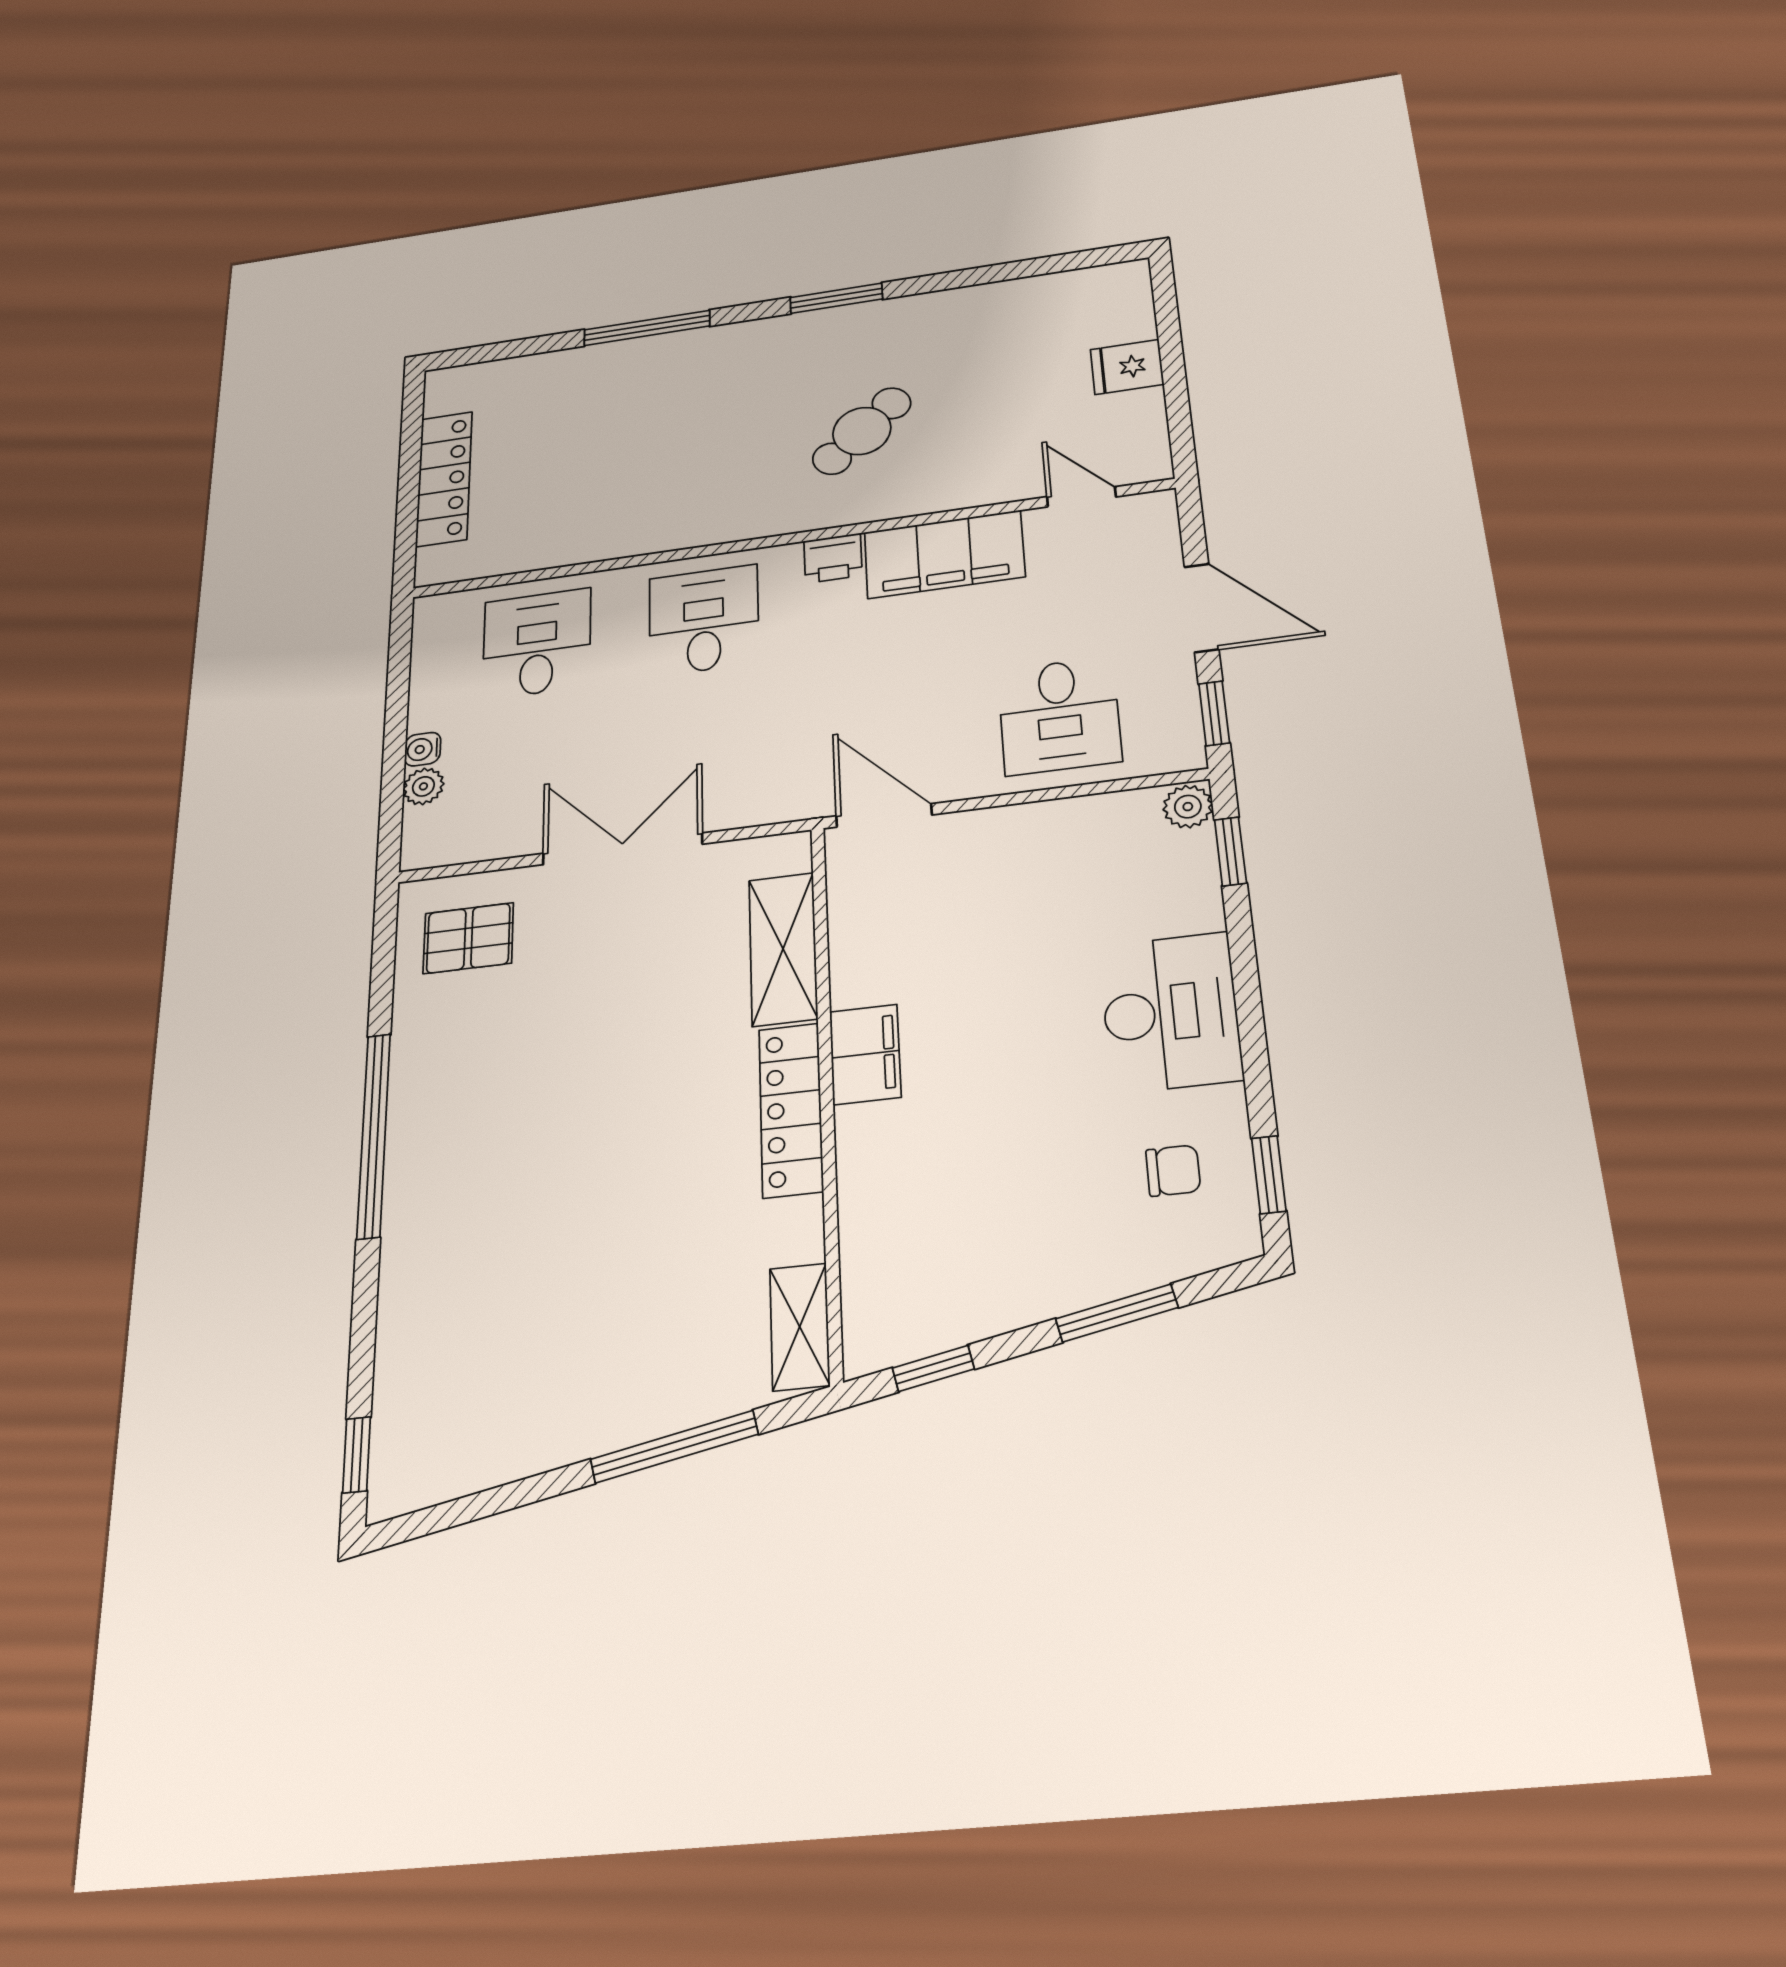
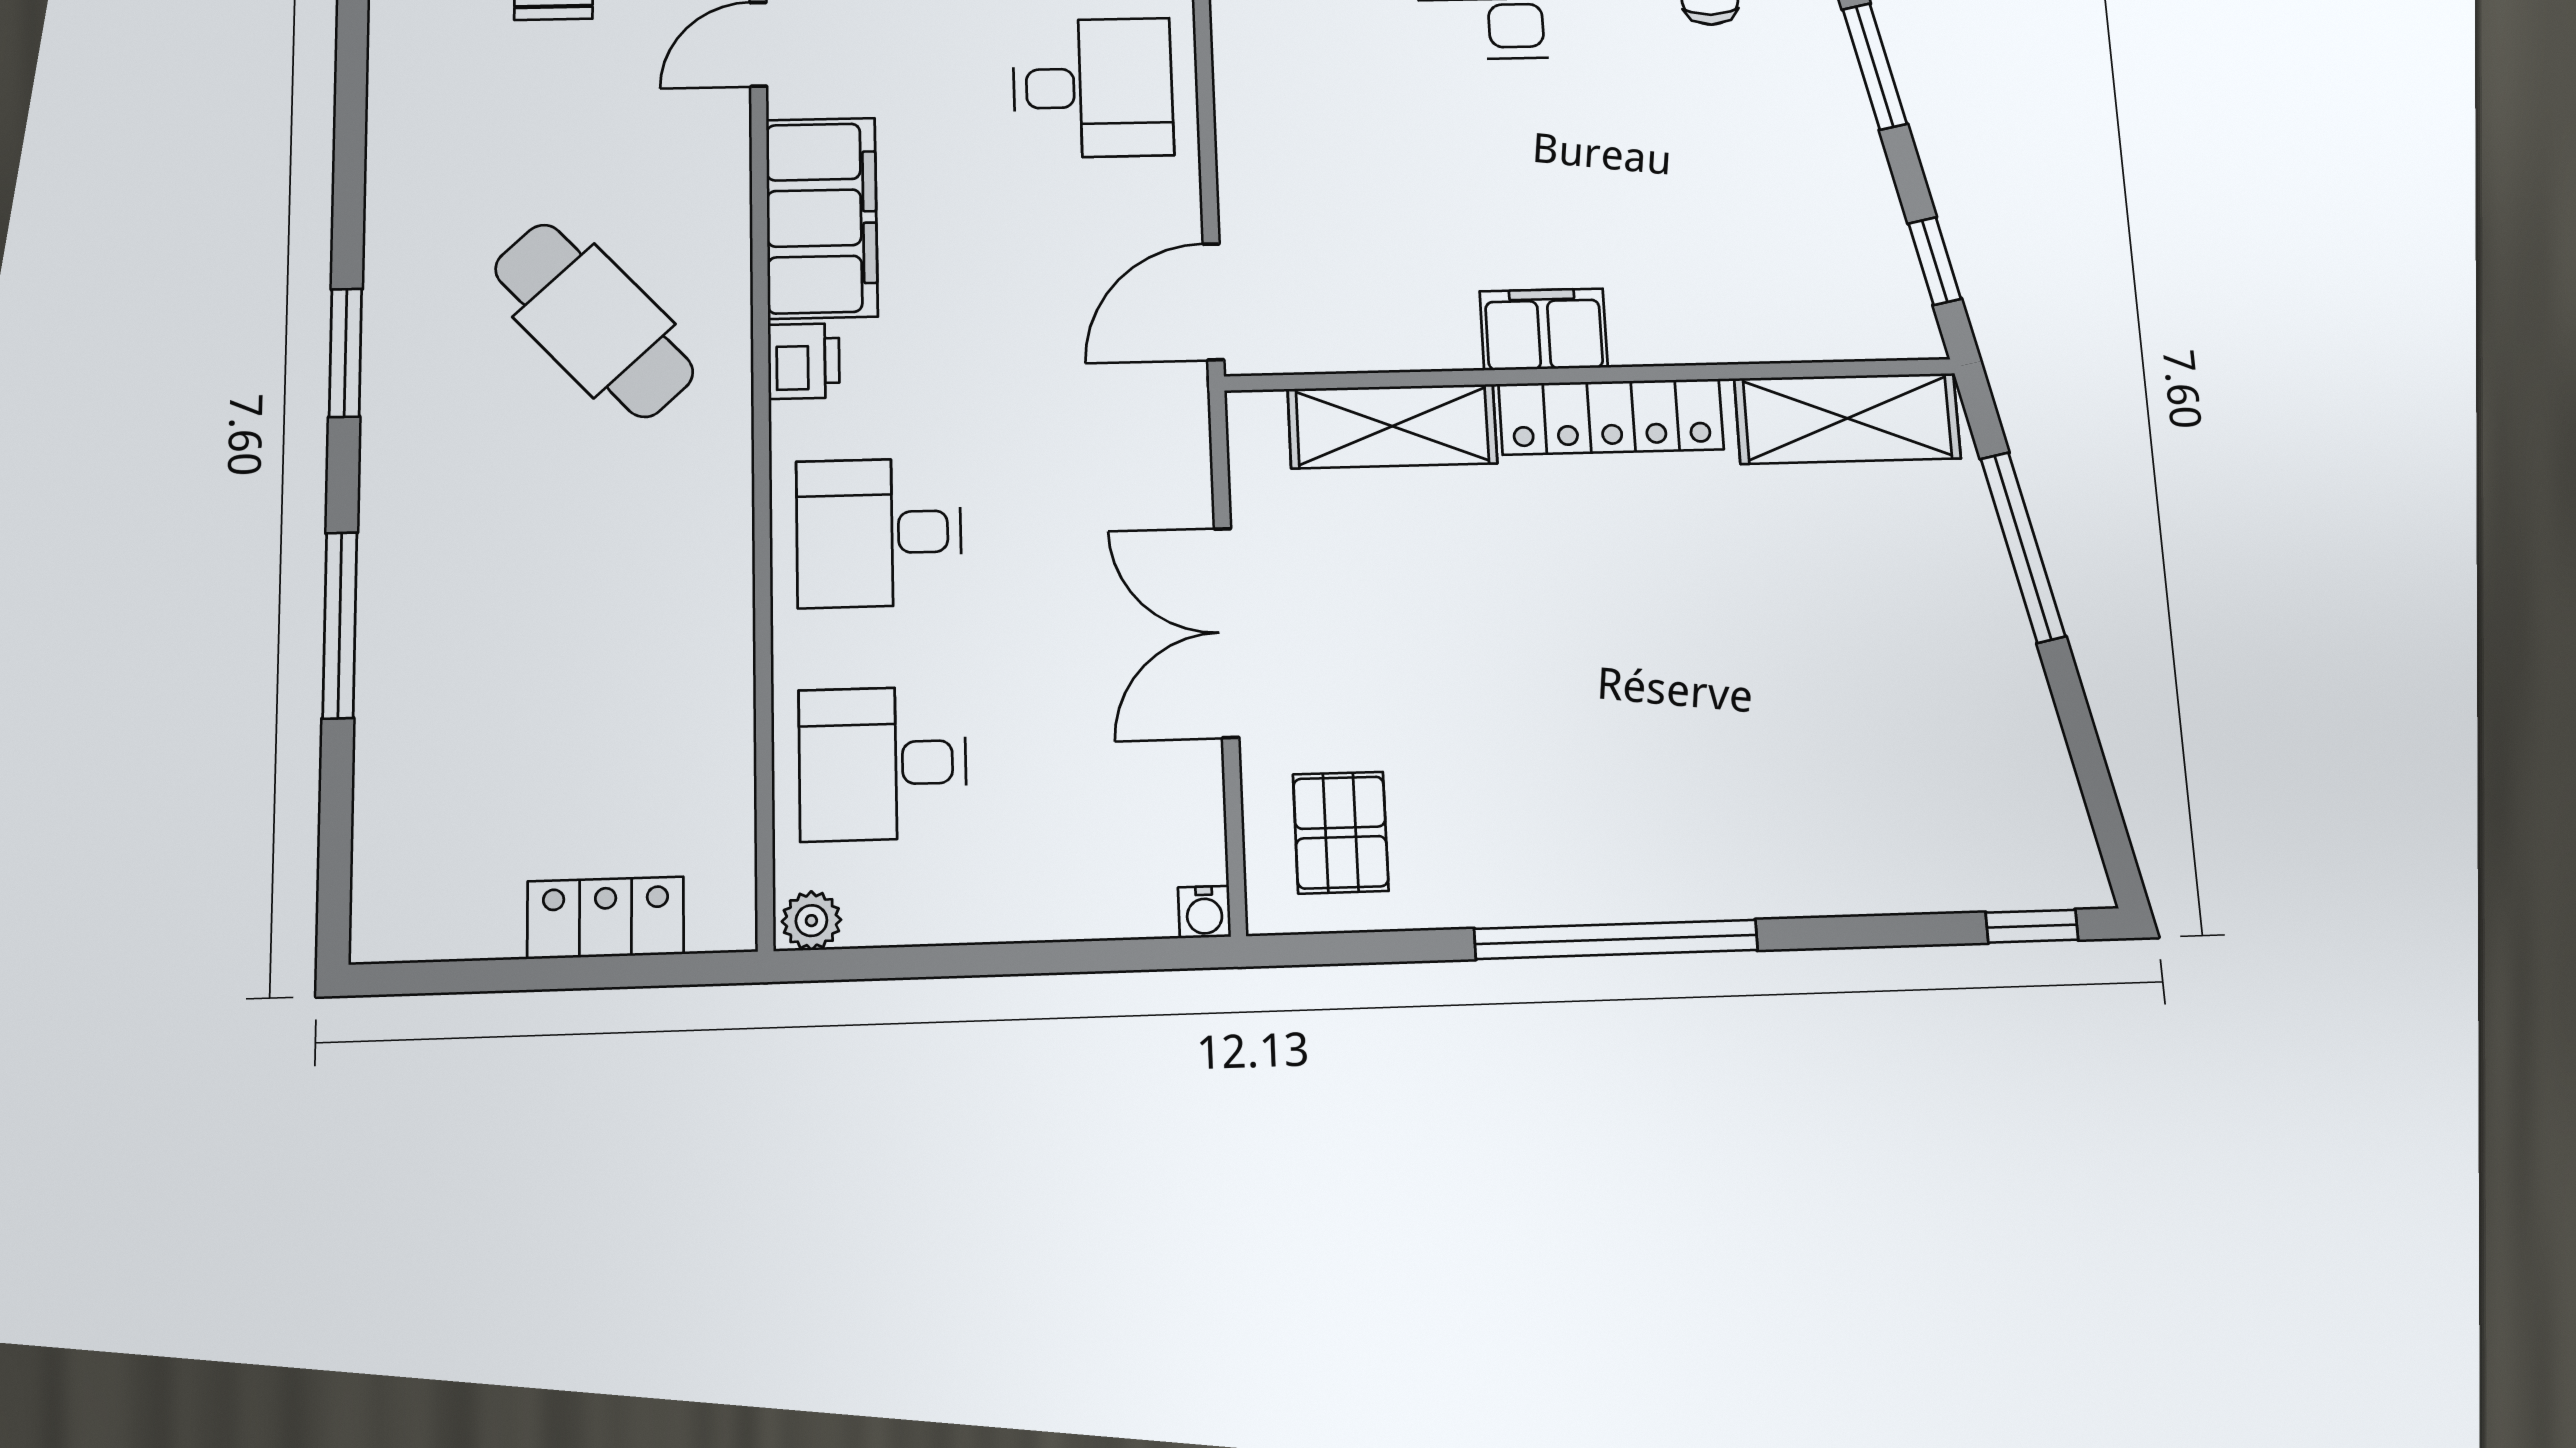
cafe table: (862, 431) -> (594, 321), width x1.37, depth x1.35
locker: (444, 479) -> (606, 918), width x0.66
water cooler: (423, 749) -> (1204, 912), moved
plant: (423, 786) -> (811, 921), moved
shelving: (800, 1327) -> (1847, 418), width x1.50, depth x1.33

